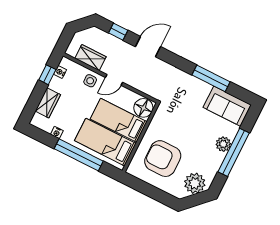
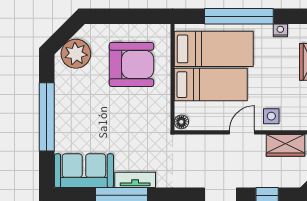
tv unit: (197, 84) -> (135, 180), added
floor lamp: (143, 108) -> (181, 122), width x0.53, depth x0.53
plant: (223, 144) -> (65, 121), removed

